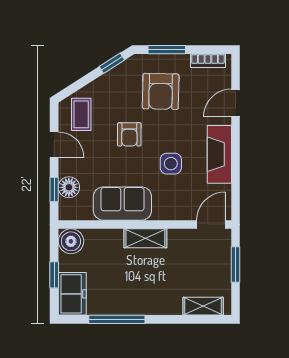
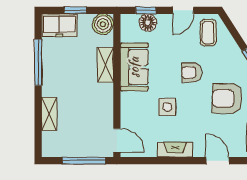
coffee table: (81, 114) -> (208, 33), turned 90
fireplace: (219, 154) -> (175, 150), width x0.73, depth x0.76
shelving: (145, 238) -> (105, 65), moved
window: (235, 264) -> (84, 161), width x1.44
shelving: (203, 306) -> (49, 114), moved

